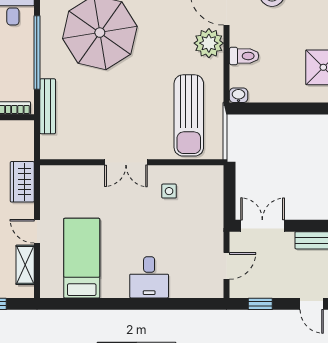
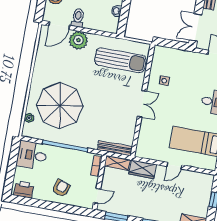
toilet: (244, 56) -> (78, 18), moved
washbasin: (238, 95) -> (116, 11), moved
bench: (48, 106) -> (115, 148), moved
shelving: (25, 265) -> (117, 163), moved

